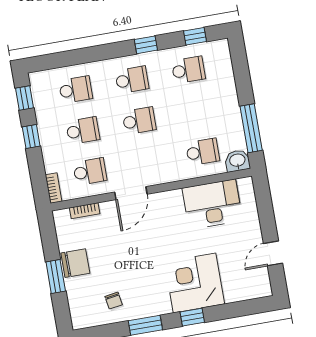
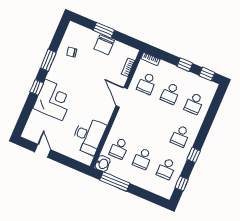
school desk: (139, 121) -> (143, 159), moved

